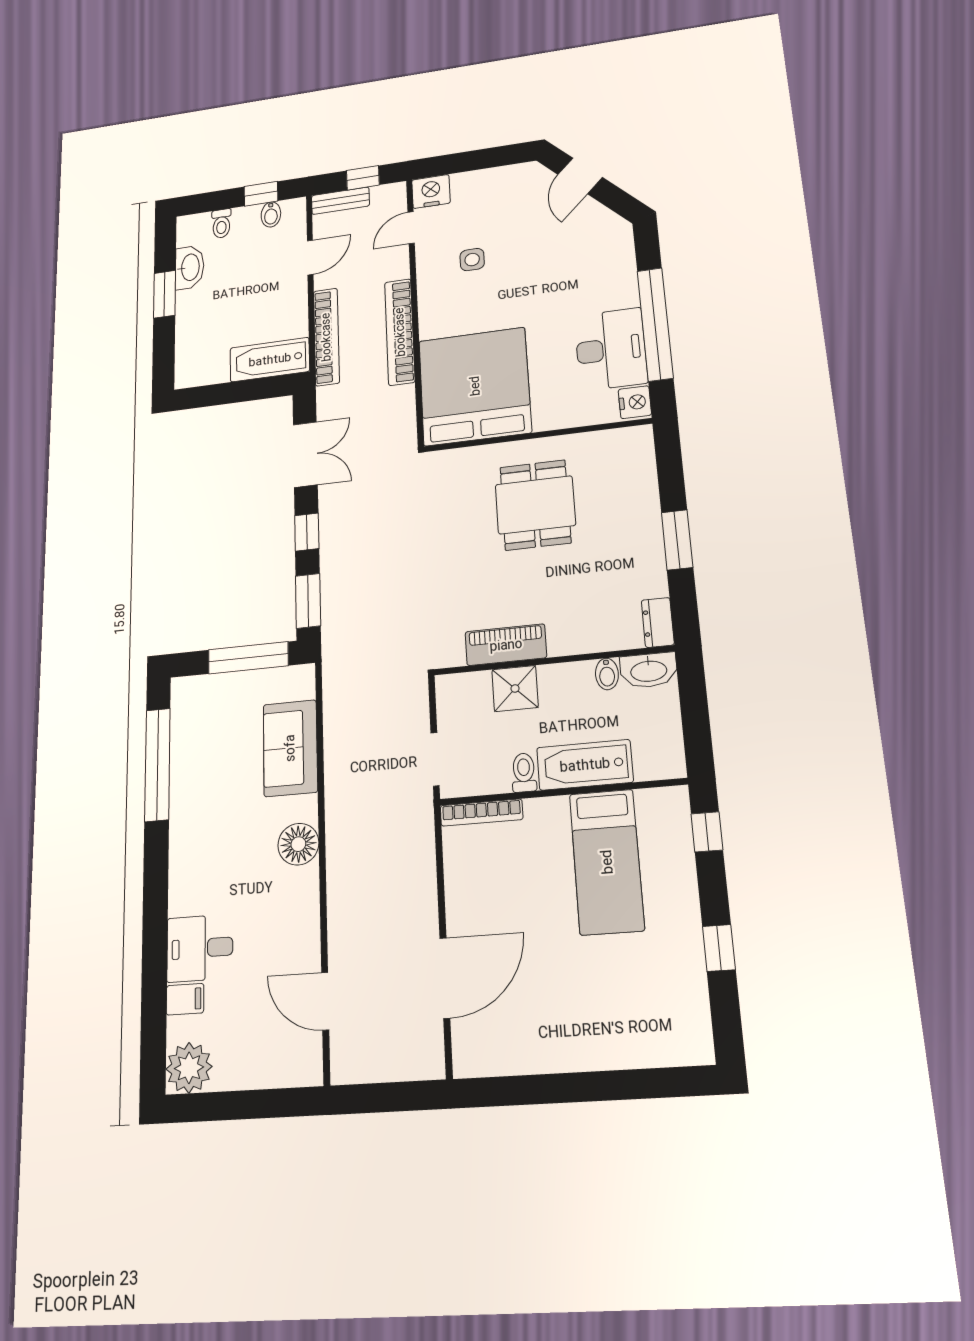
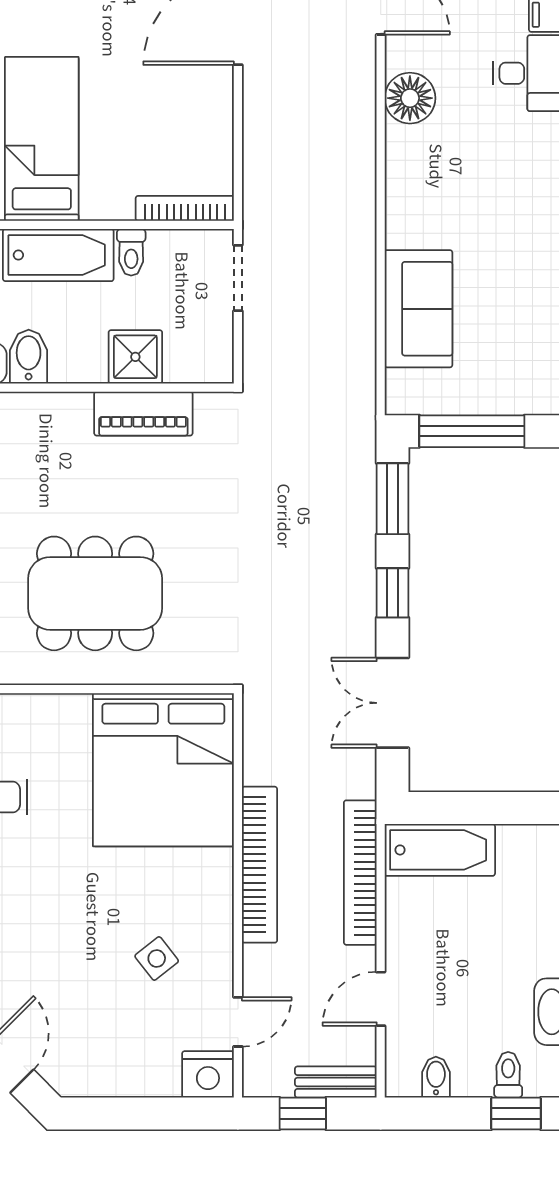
window: (261, 194) -> (516, 1113), moved
side table: (472, 260) -> (157, 958), turned -38
dining table: (535, 505) -> (95, 593), width x1.38
bidet: (607, 674) -> (29, 357), width x1.38, depth x1.36
floor lamp: (298, 844) -> (410, 98), moved

